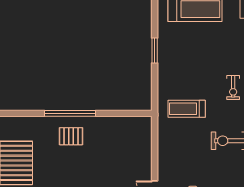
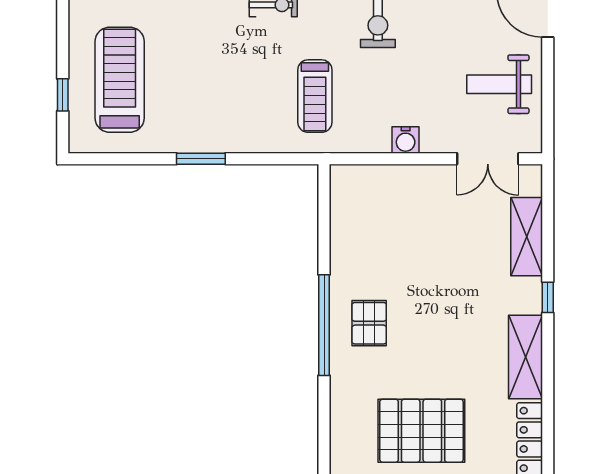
water cooler: (164, 155) -> (406, 140), added

